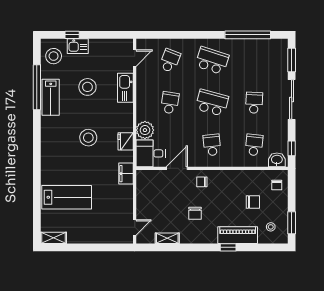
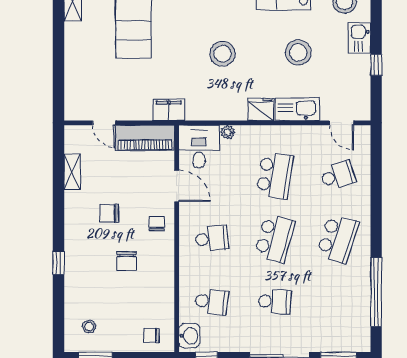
window: (72, 35) -> (376, 65), moved
school desk: (170, 61) -> (338, 176), turned -39
school desk: (170, 103) -> (275, 176), width x1.85
plant: (145, 130) -> (228, 132), width x0.53, depth x0.53
fridge: (126, 141) -> (261, 109), moved
chair: (253, 202) -> (126, 261), moved
door: (135, 227) -> (104, 123), moved
piano: (238, 235) -> (145, 138), moved, turned 90

